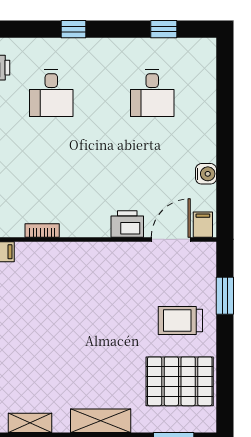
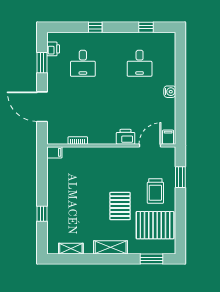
water cooler: (206, 174) -> (170, 92), moved
trolley: (180, 321) -> (155, 191), turned -90
pallet: (117, 347) -> (120, 206), added

